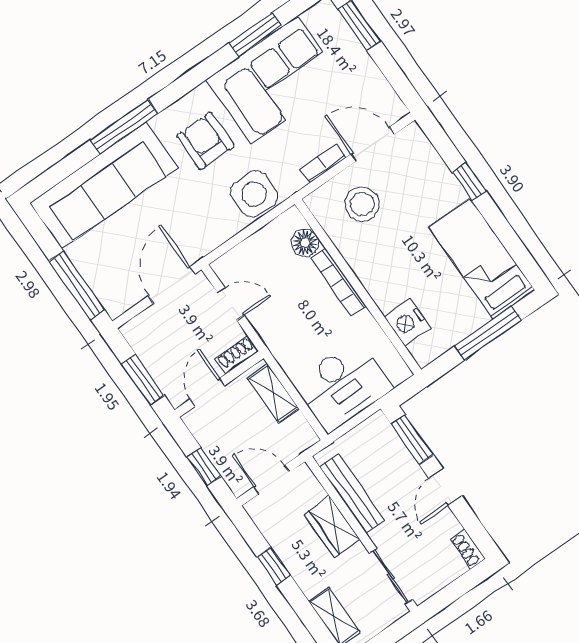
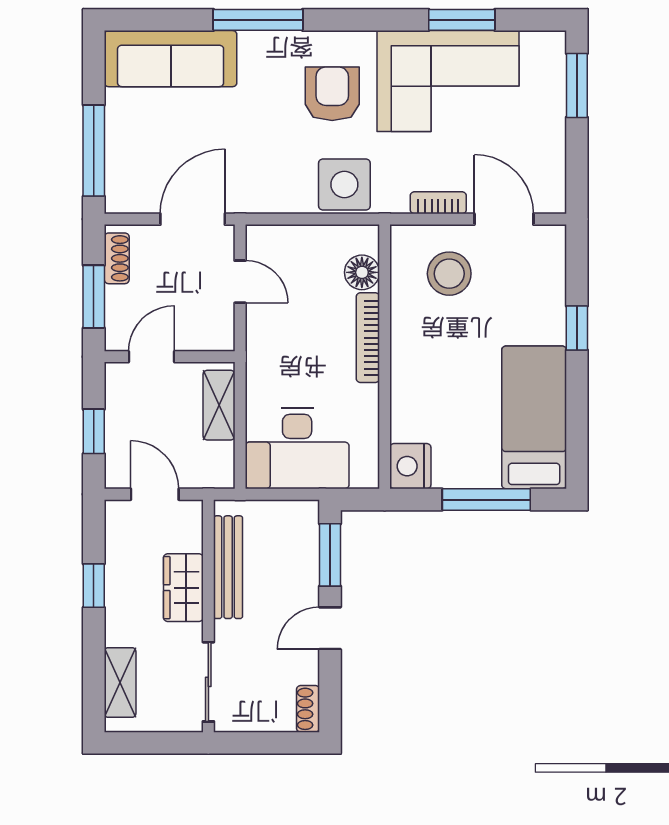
sofa: (104, 185) -> (171, 59), width x0.74, depth x0.79
nightstand: (408, 322) -> (410, 466), moved
shoe rack: (237, 355) -> (117, 258), moved, turned 90

